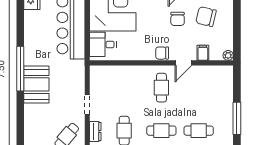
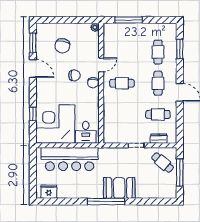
chair: (178, 19) -> (74, 75), moved
filing cabinet: (203, 53) -> (93, 48), removed
door: (183, 63) -> (101, 65), hinge flipped
window: (237, 118) -> (129, 20), moved

